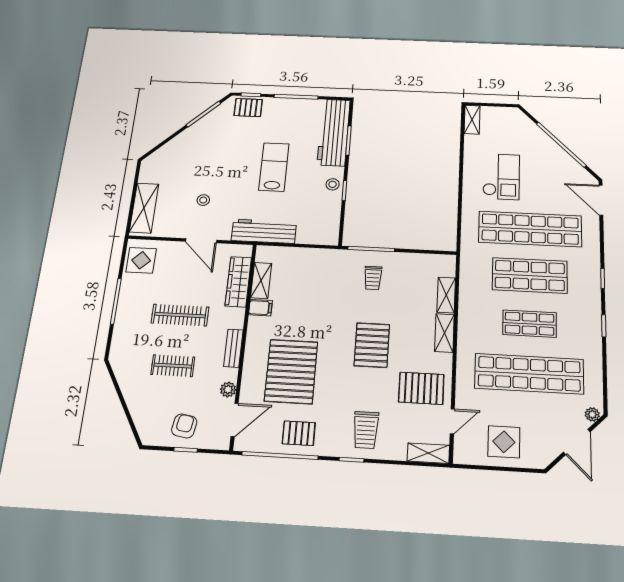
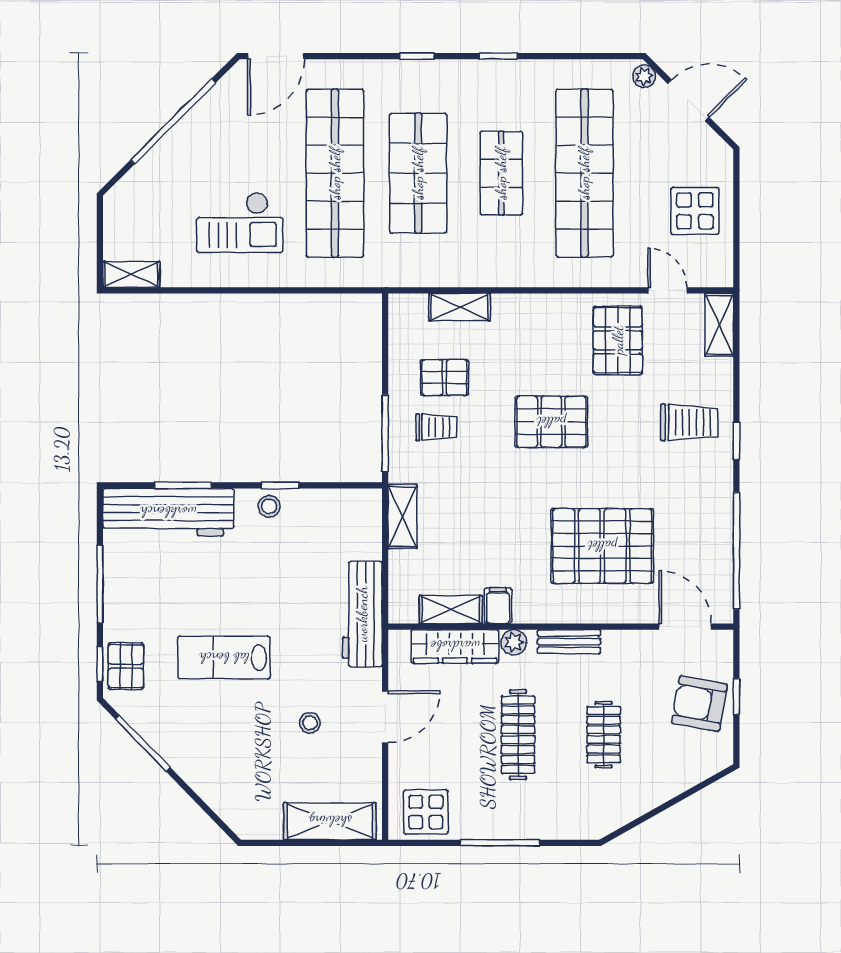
lab bench: (274, 167) -> (224, 658), moved
checkout: (501, 177) -> (240, 222), turned 180
shelving: (444, 333) -> (403, 516), moved, turned 90
plant: (228, 390) -> (514, 642), moved
armchair: (184, 426) -> (699, 704), width x1.38, depth x1.38
pallet: (299, 433) -> (445, 378), moved, turned 90

